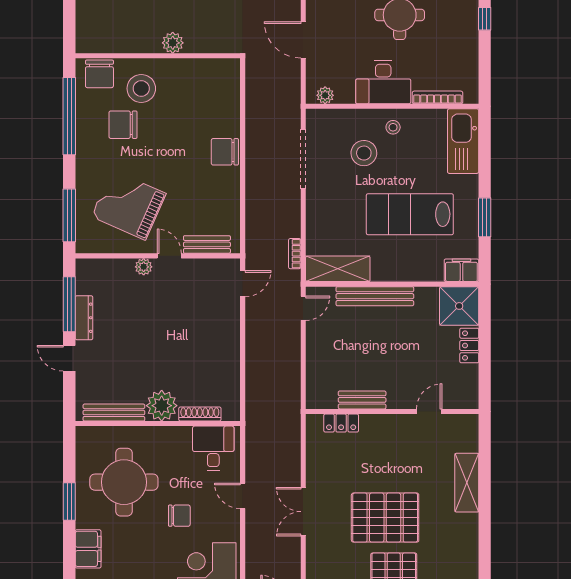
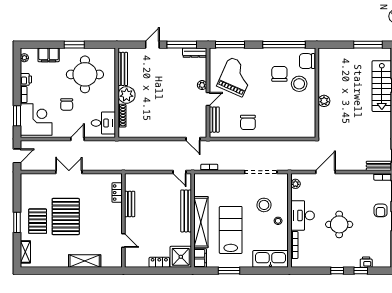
chair: (225, 152) -> (248, 122), moved, turned 180
shelving: (338, 269) -> (201, 222), moved, width x1.47
dresser: (84, 318) -> (195, 53), moved

